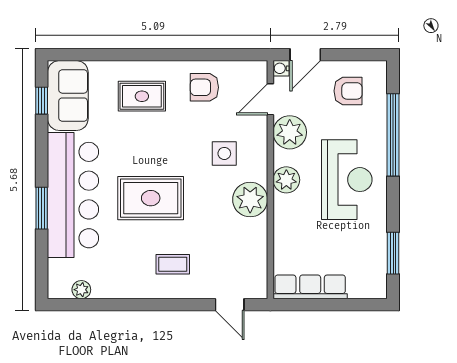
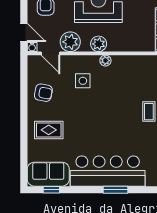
armchair: (204, 87) -> (43, 93), turned -79
rug: (142, 96) -> (49, 130), turned 90
rug: (151, 198) -> (109, 125), removed
plant: (250, 200) -> (105, 61), width x0.53, depth x0.53

